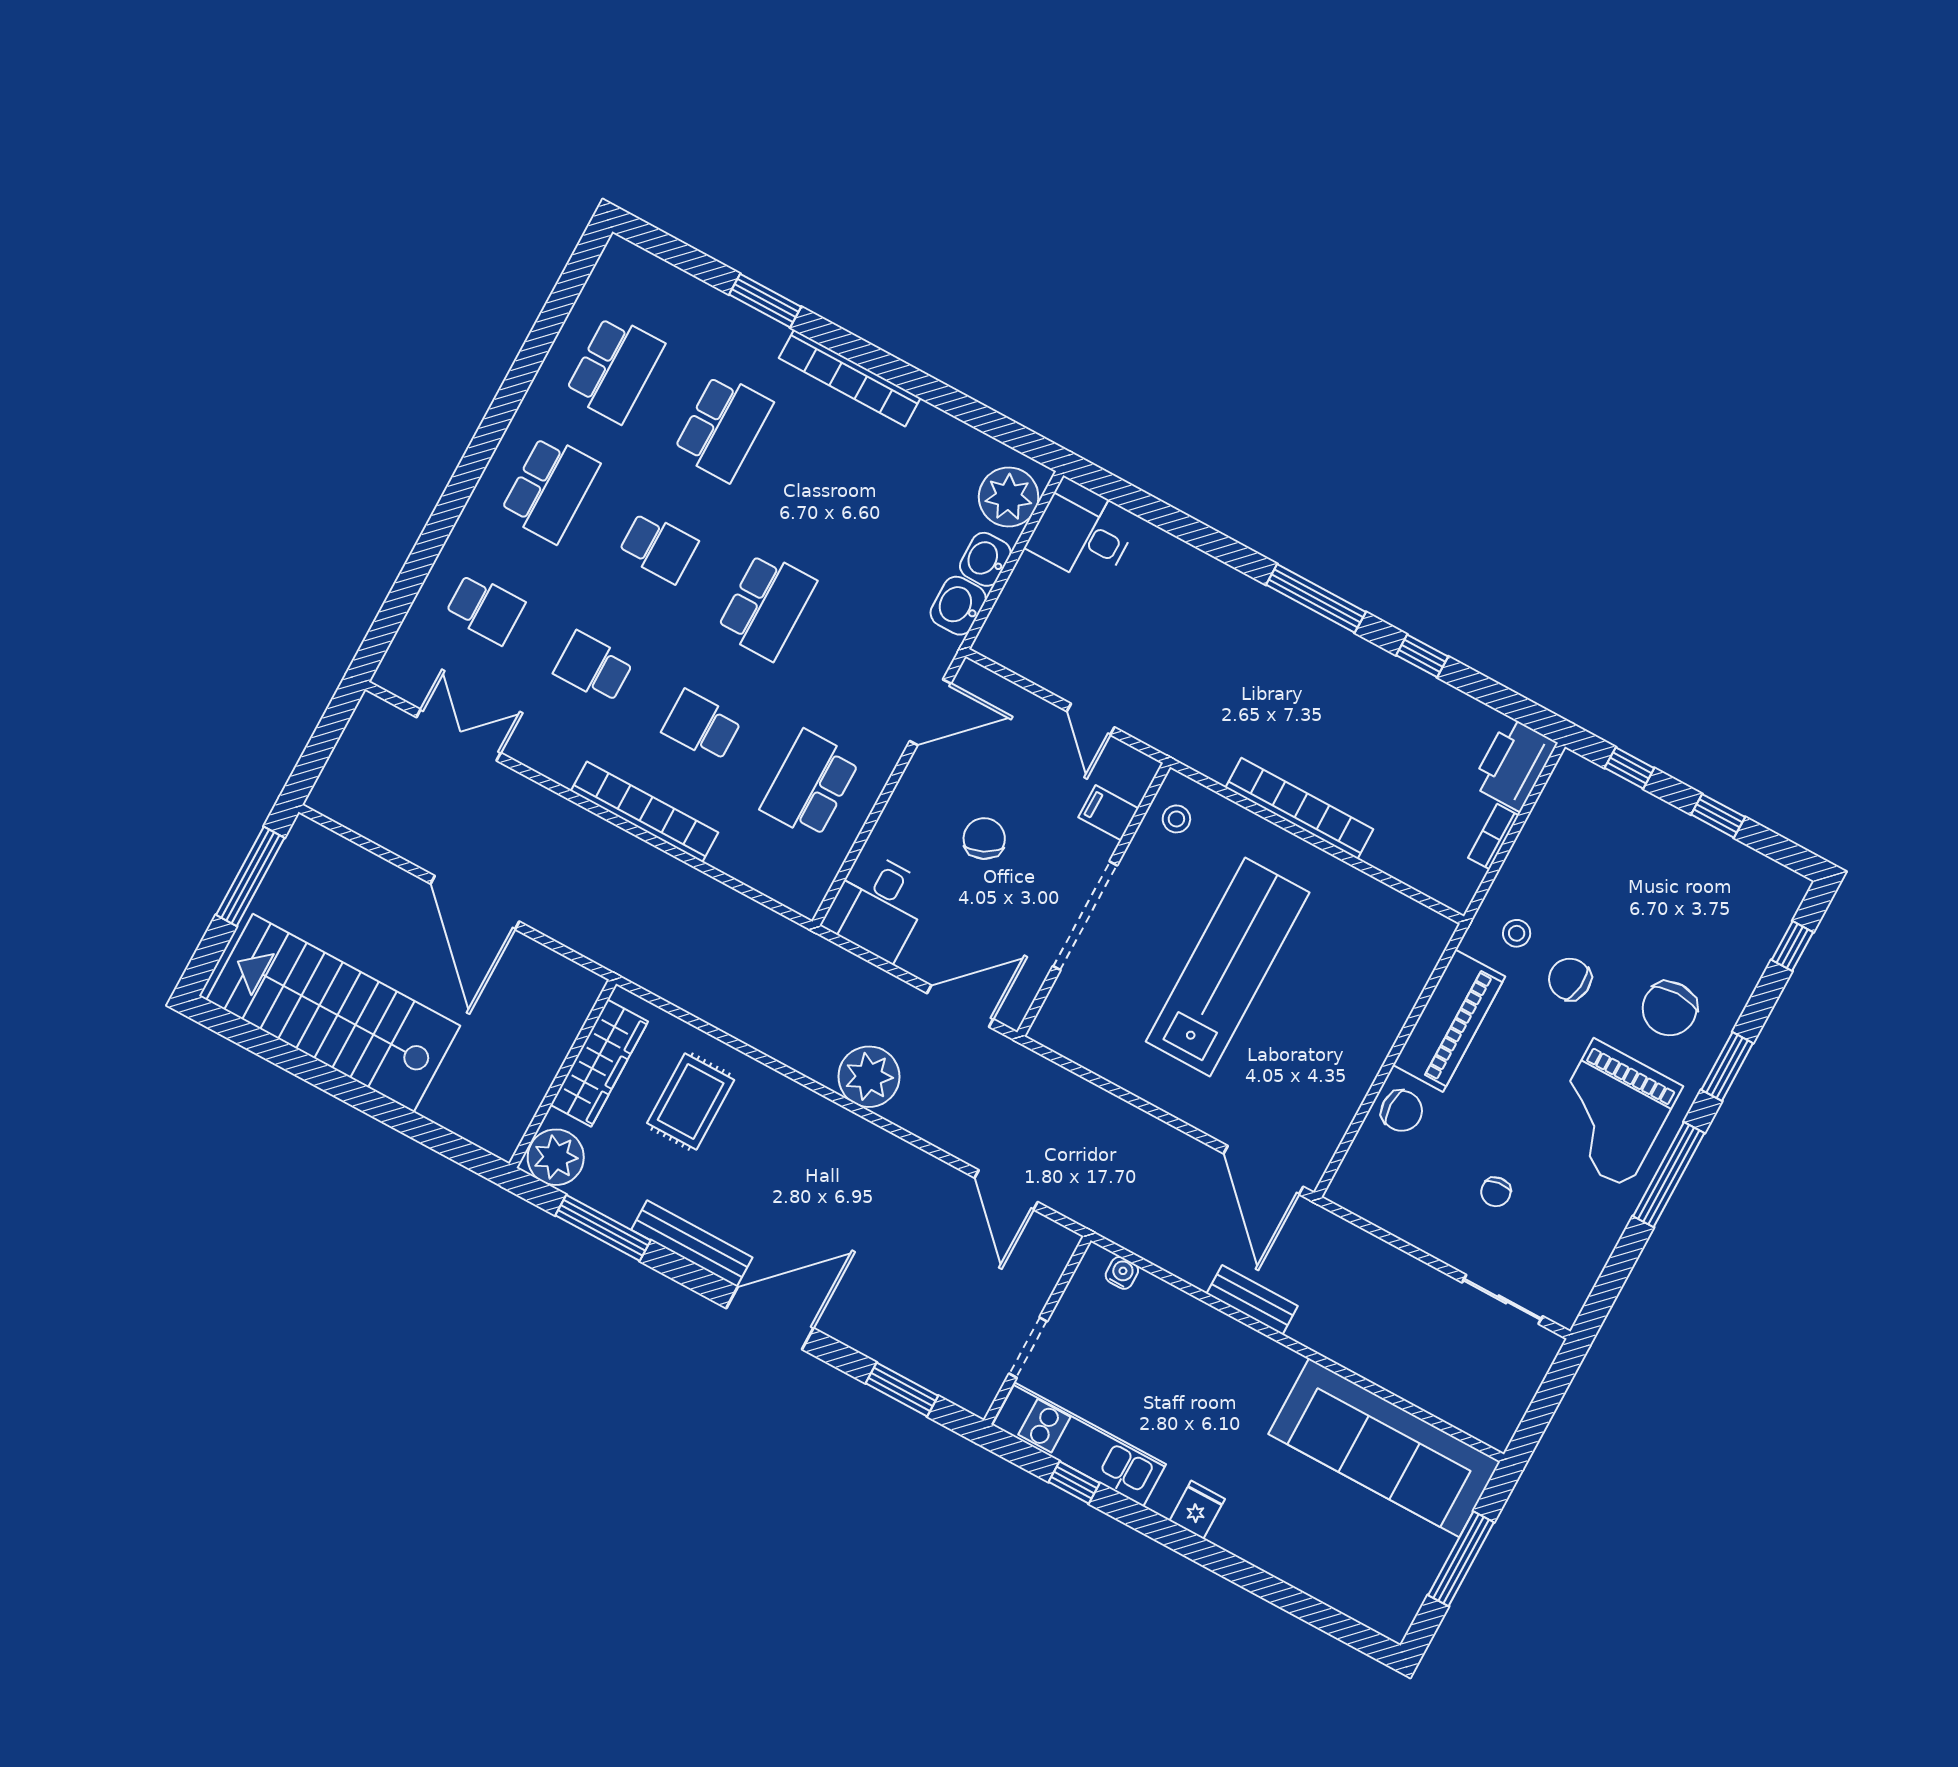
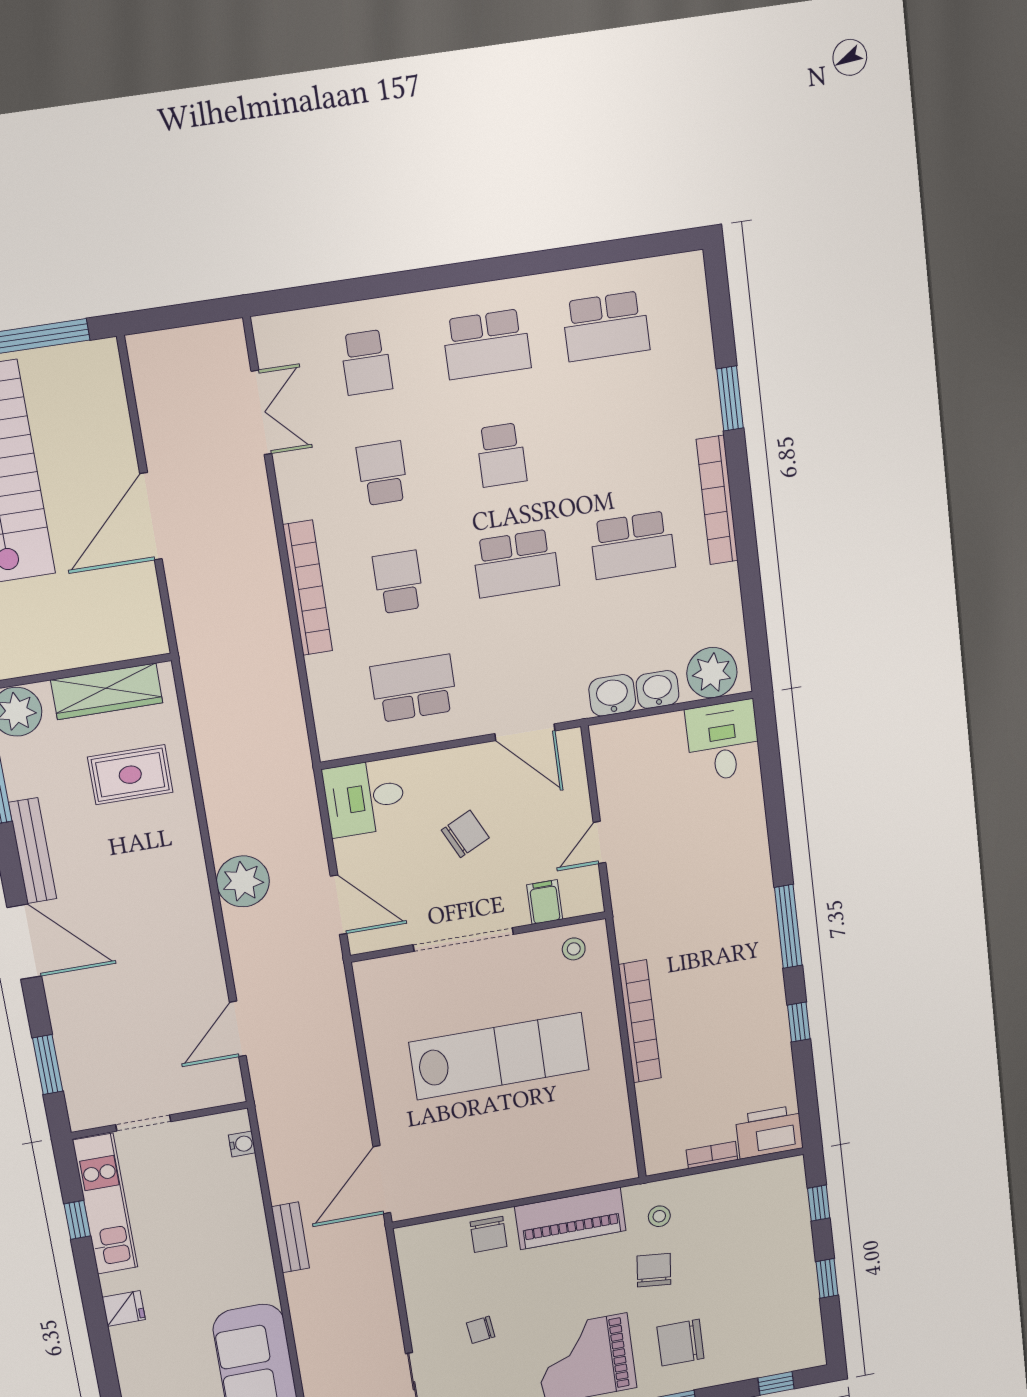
school desk: (723, 427) -> (633, 545), moved

